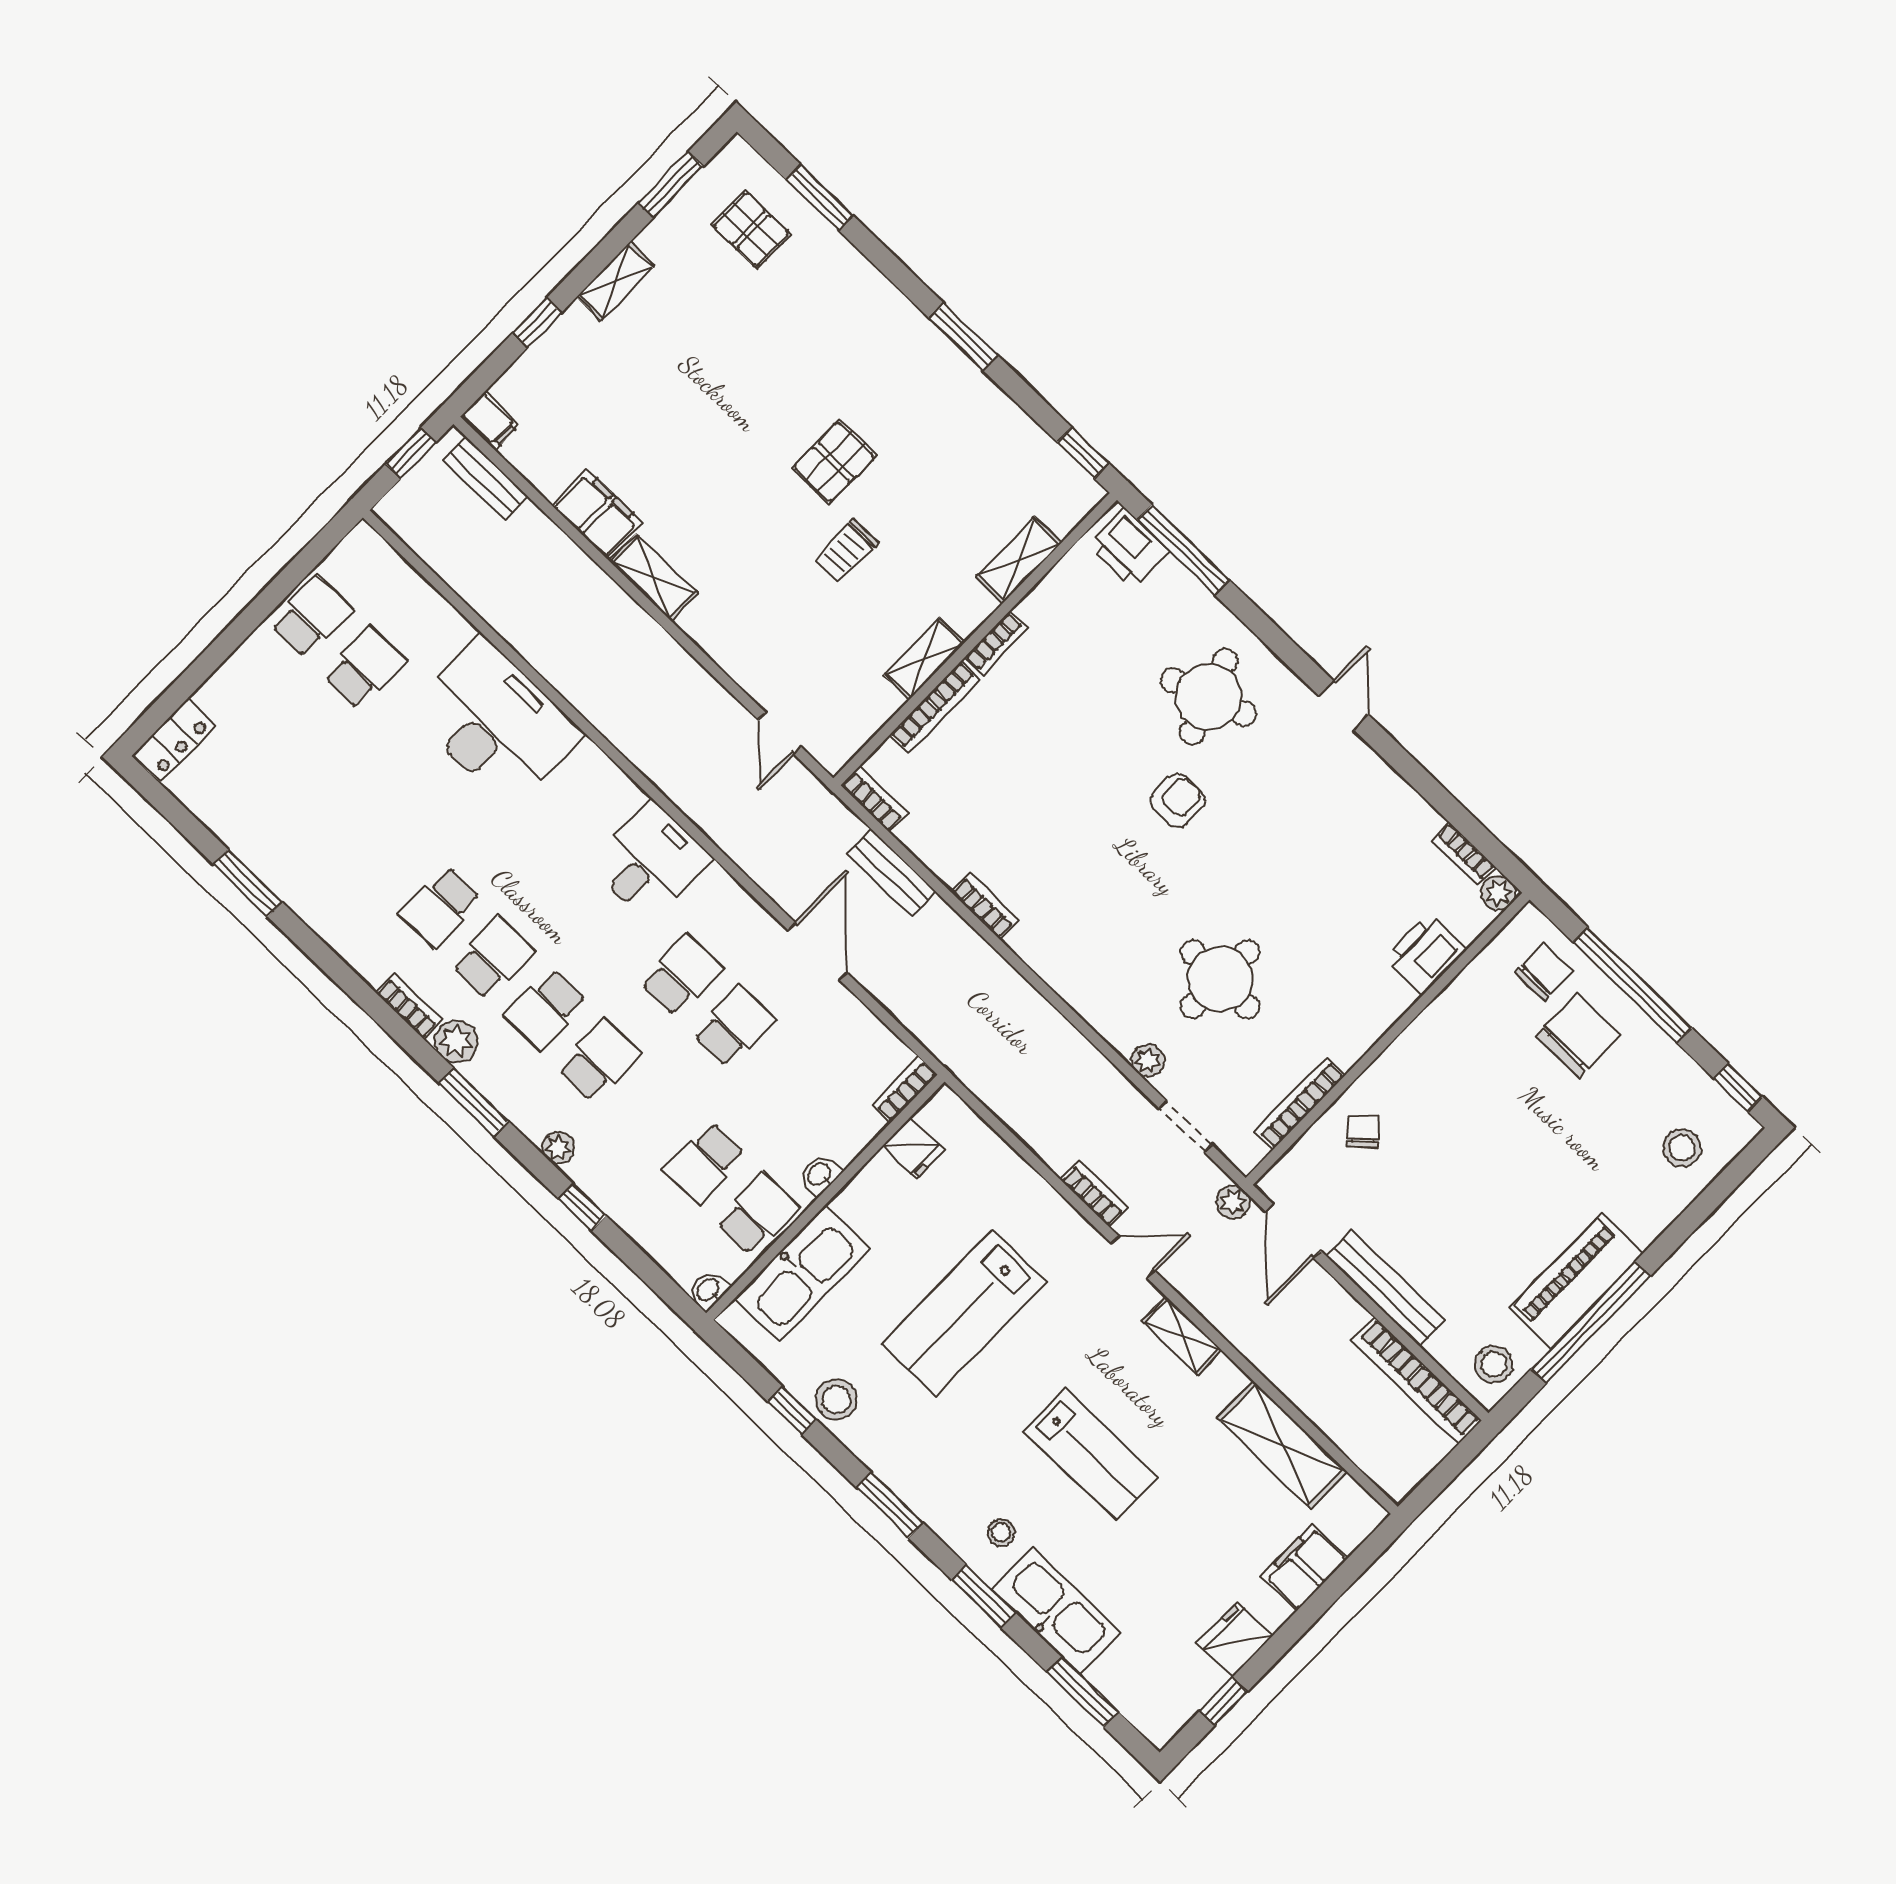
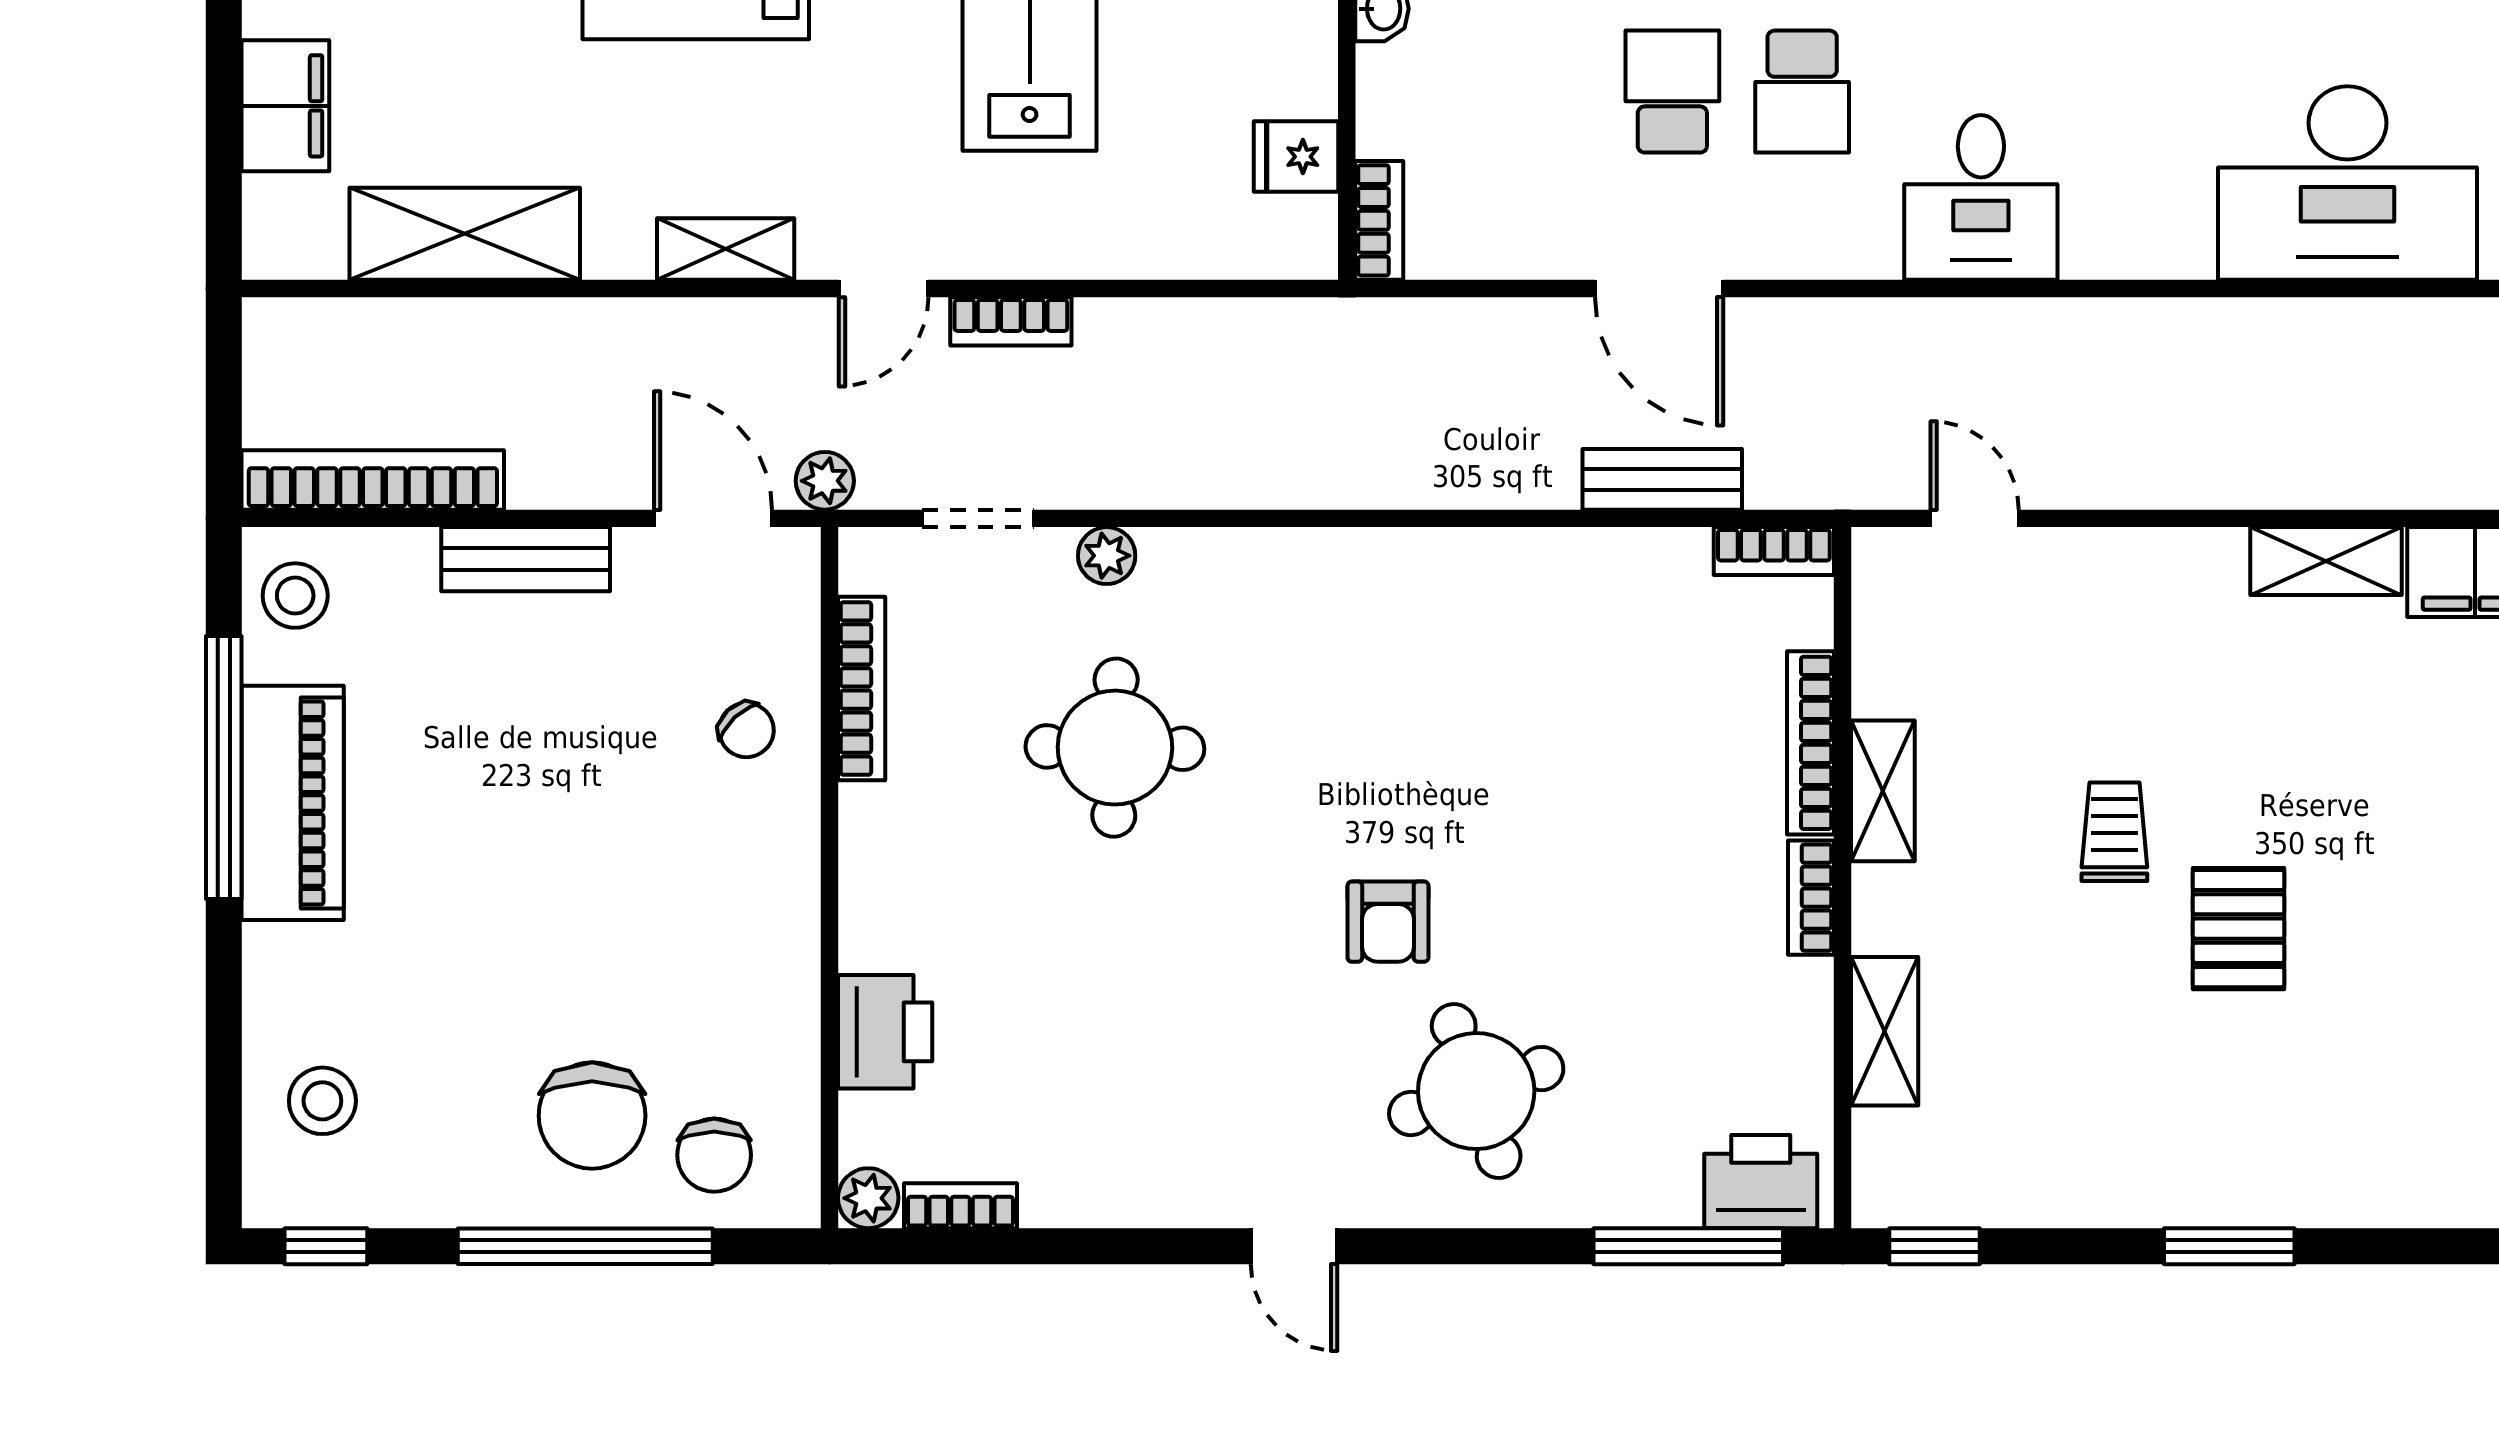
bookcase: (985, 906) -> (1503, 551), removed
school desk: (734, 1026) -> (1672, 92), turned 180
bench: (1386, 1288) -> (526, 559), width x0.73

